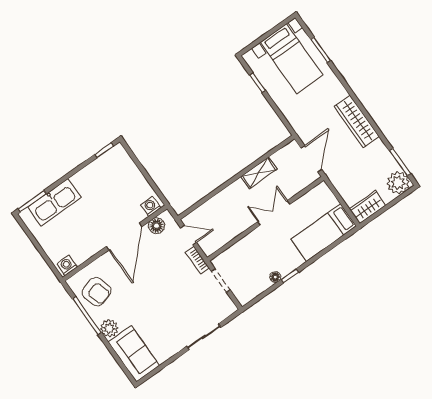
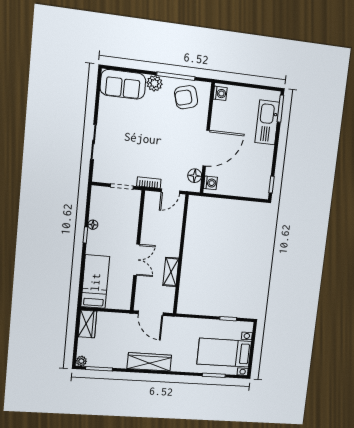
plant: (398, 183) -> (81, 361), width x0.53, depth x0.53
door: (124, 236) -> (206, 148), swing flipped

